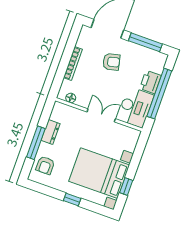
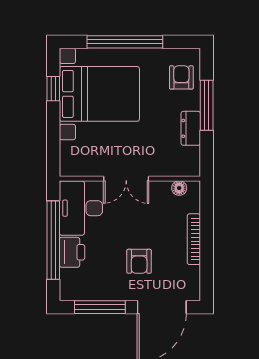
armchair: (111, 62) -> (139, 261), turned -77
window: (72, 200) -> (125, 42), width x3.17

